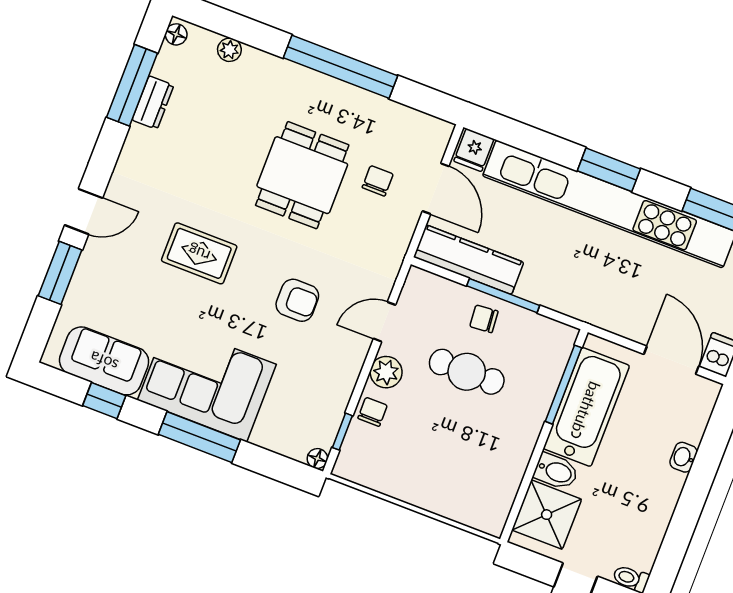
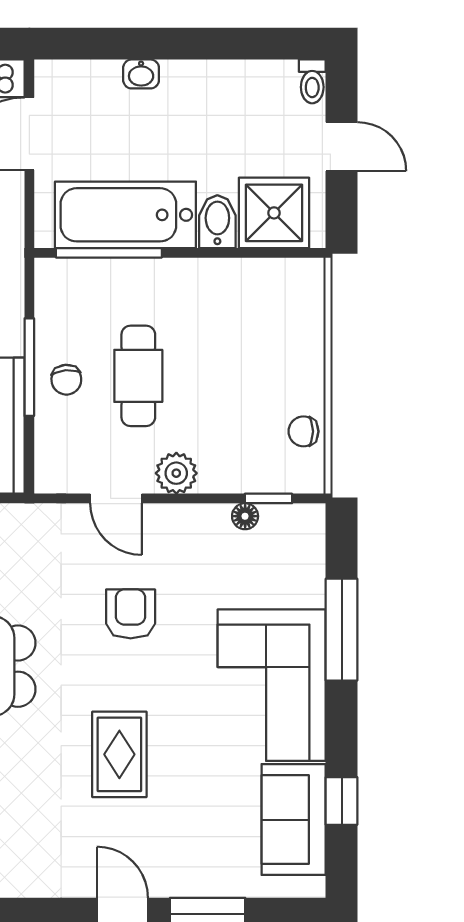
chair: (373, 412) -> (303, 431), moved
window: (199, 437) -> (342, 630), moved
floor lamp: (317, 459) -> (245, 516), moved

